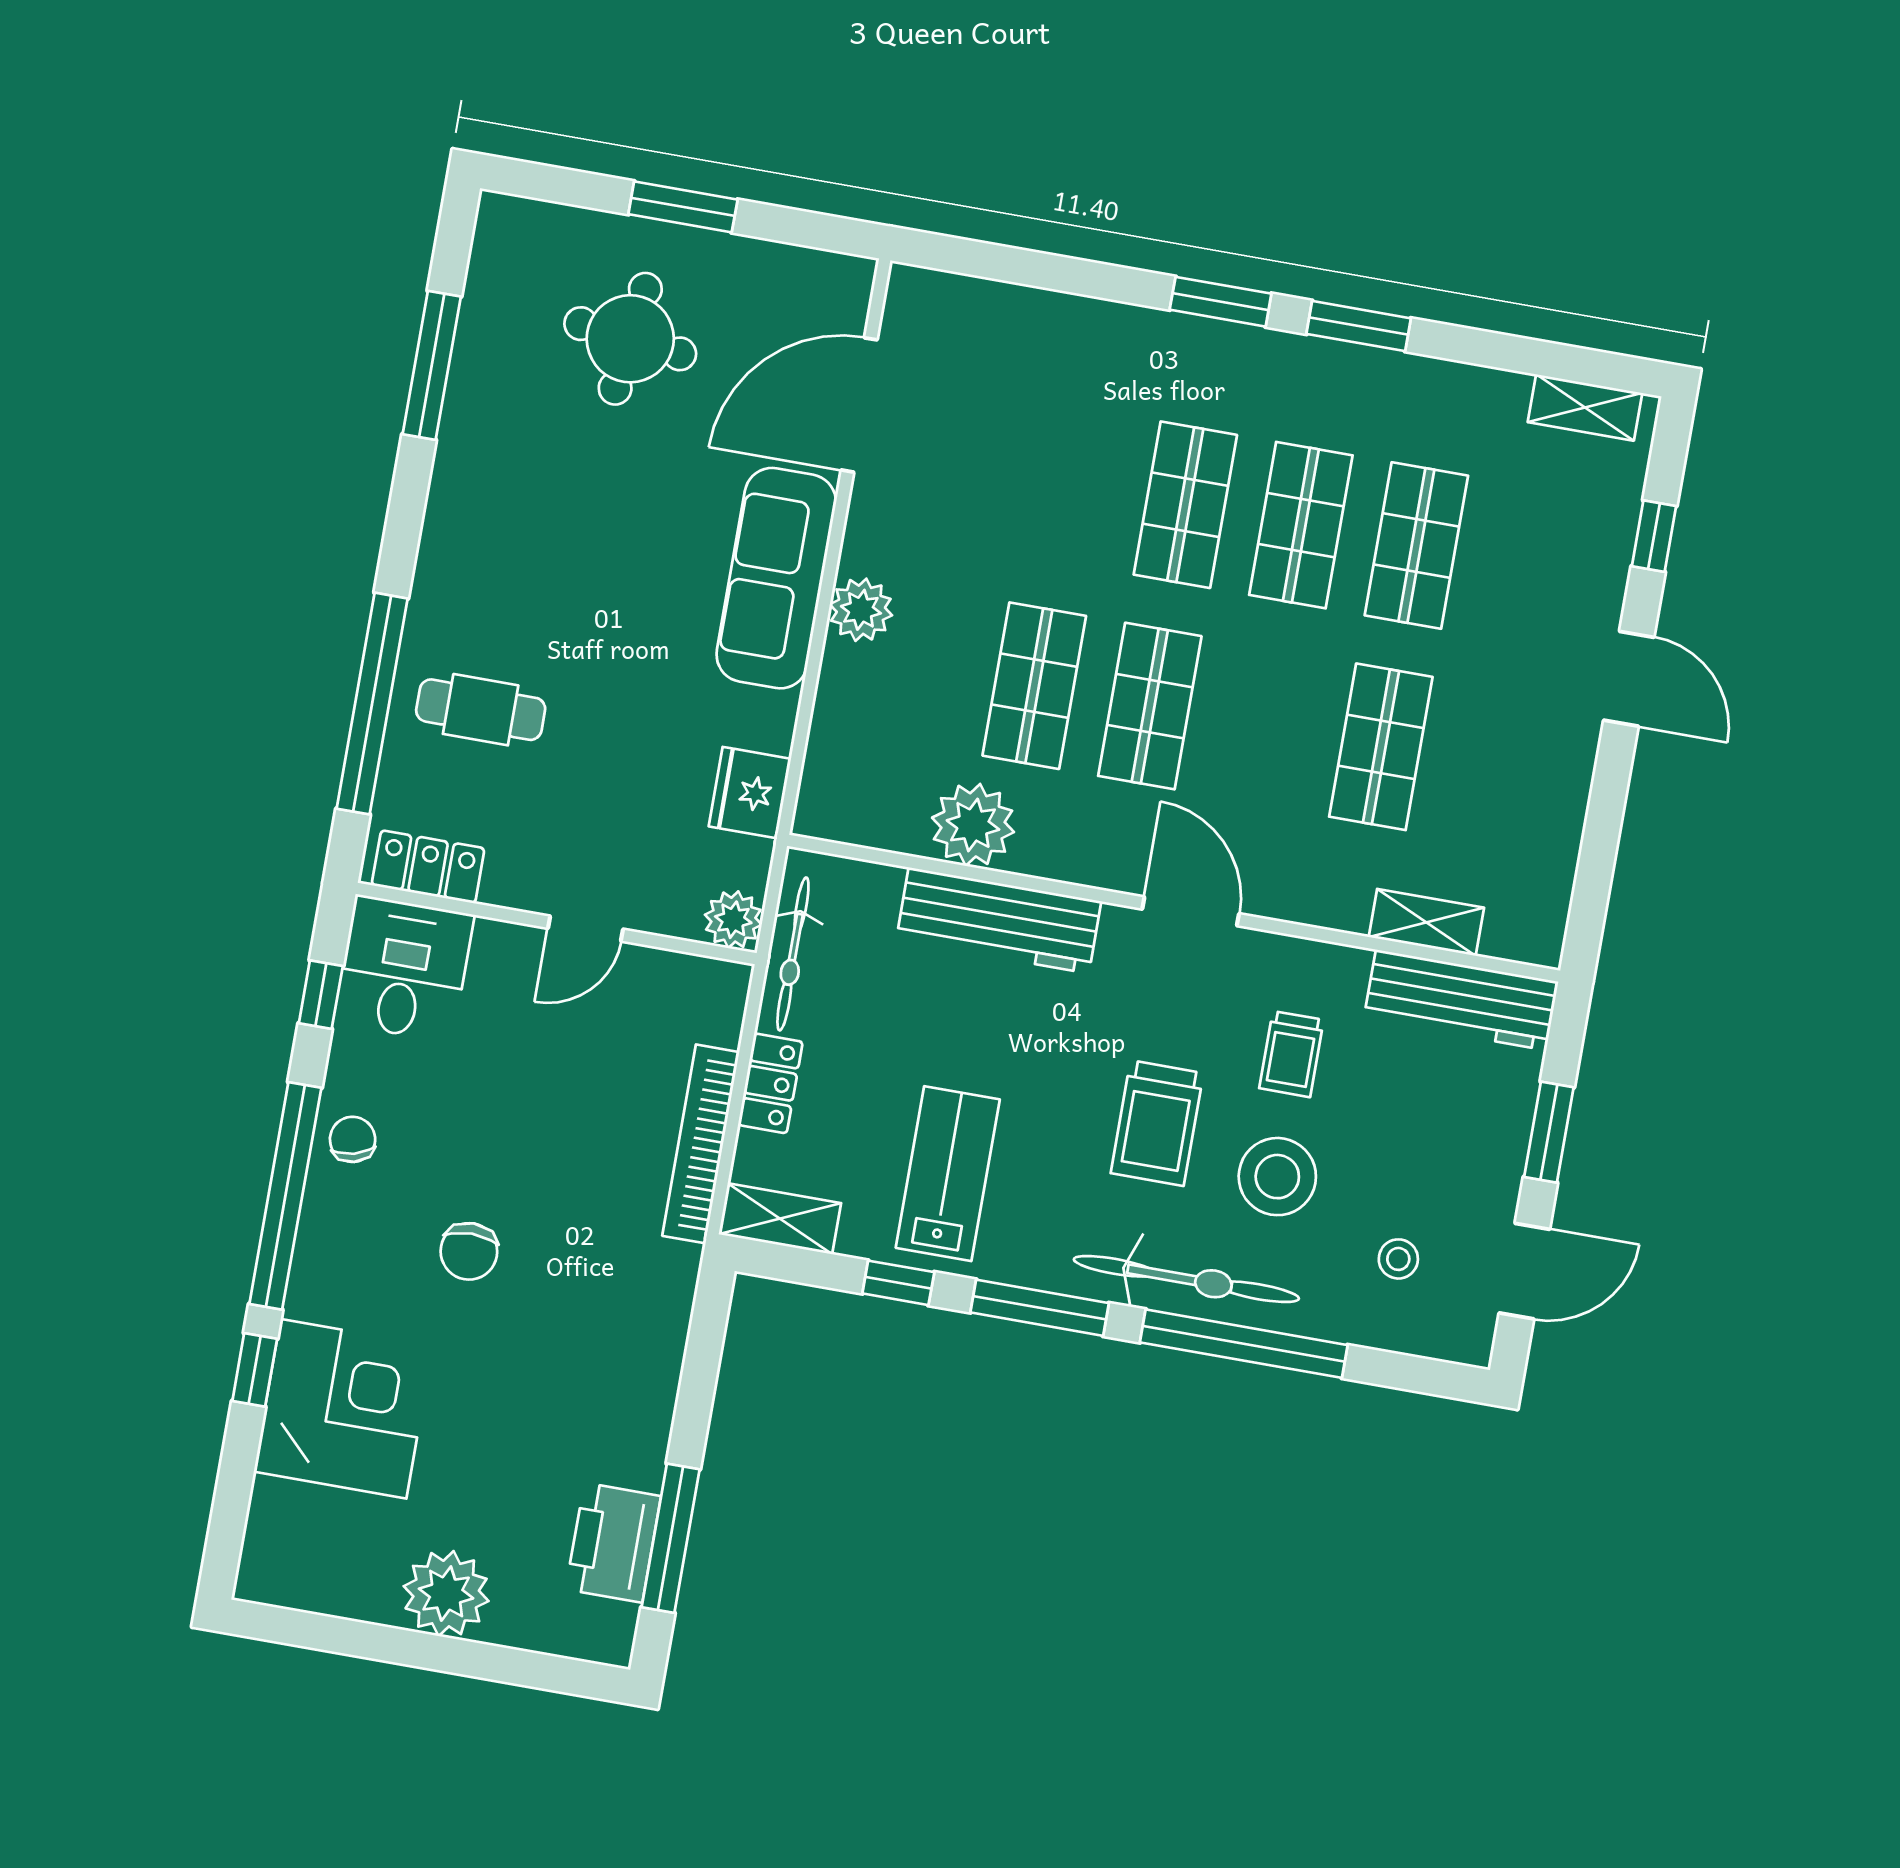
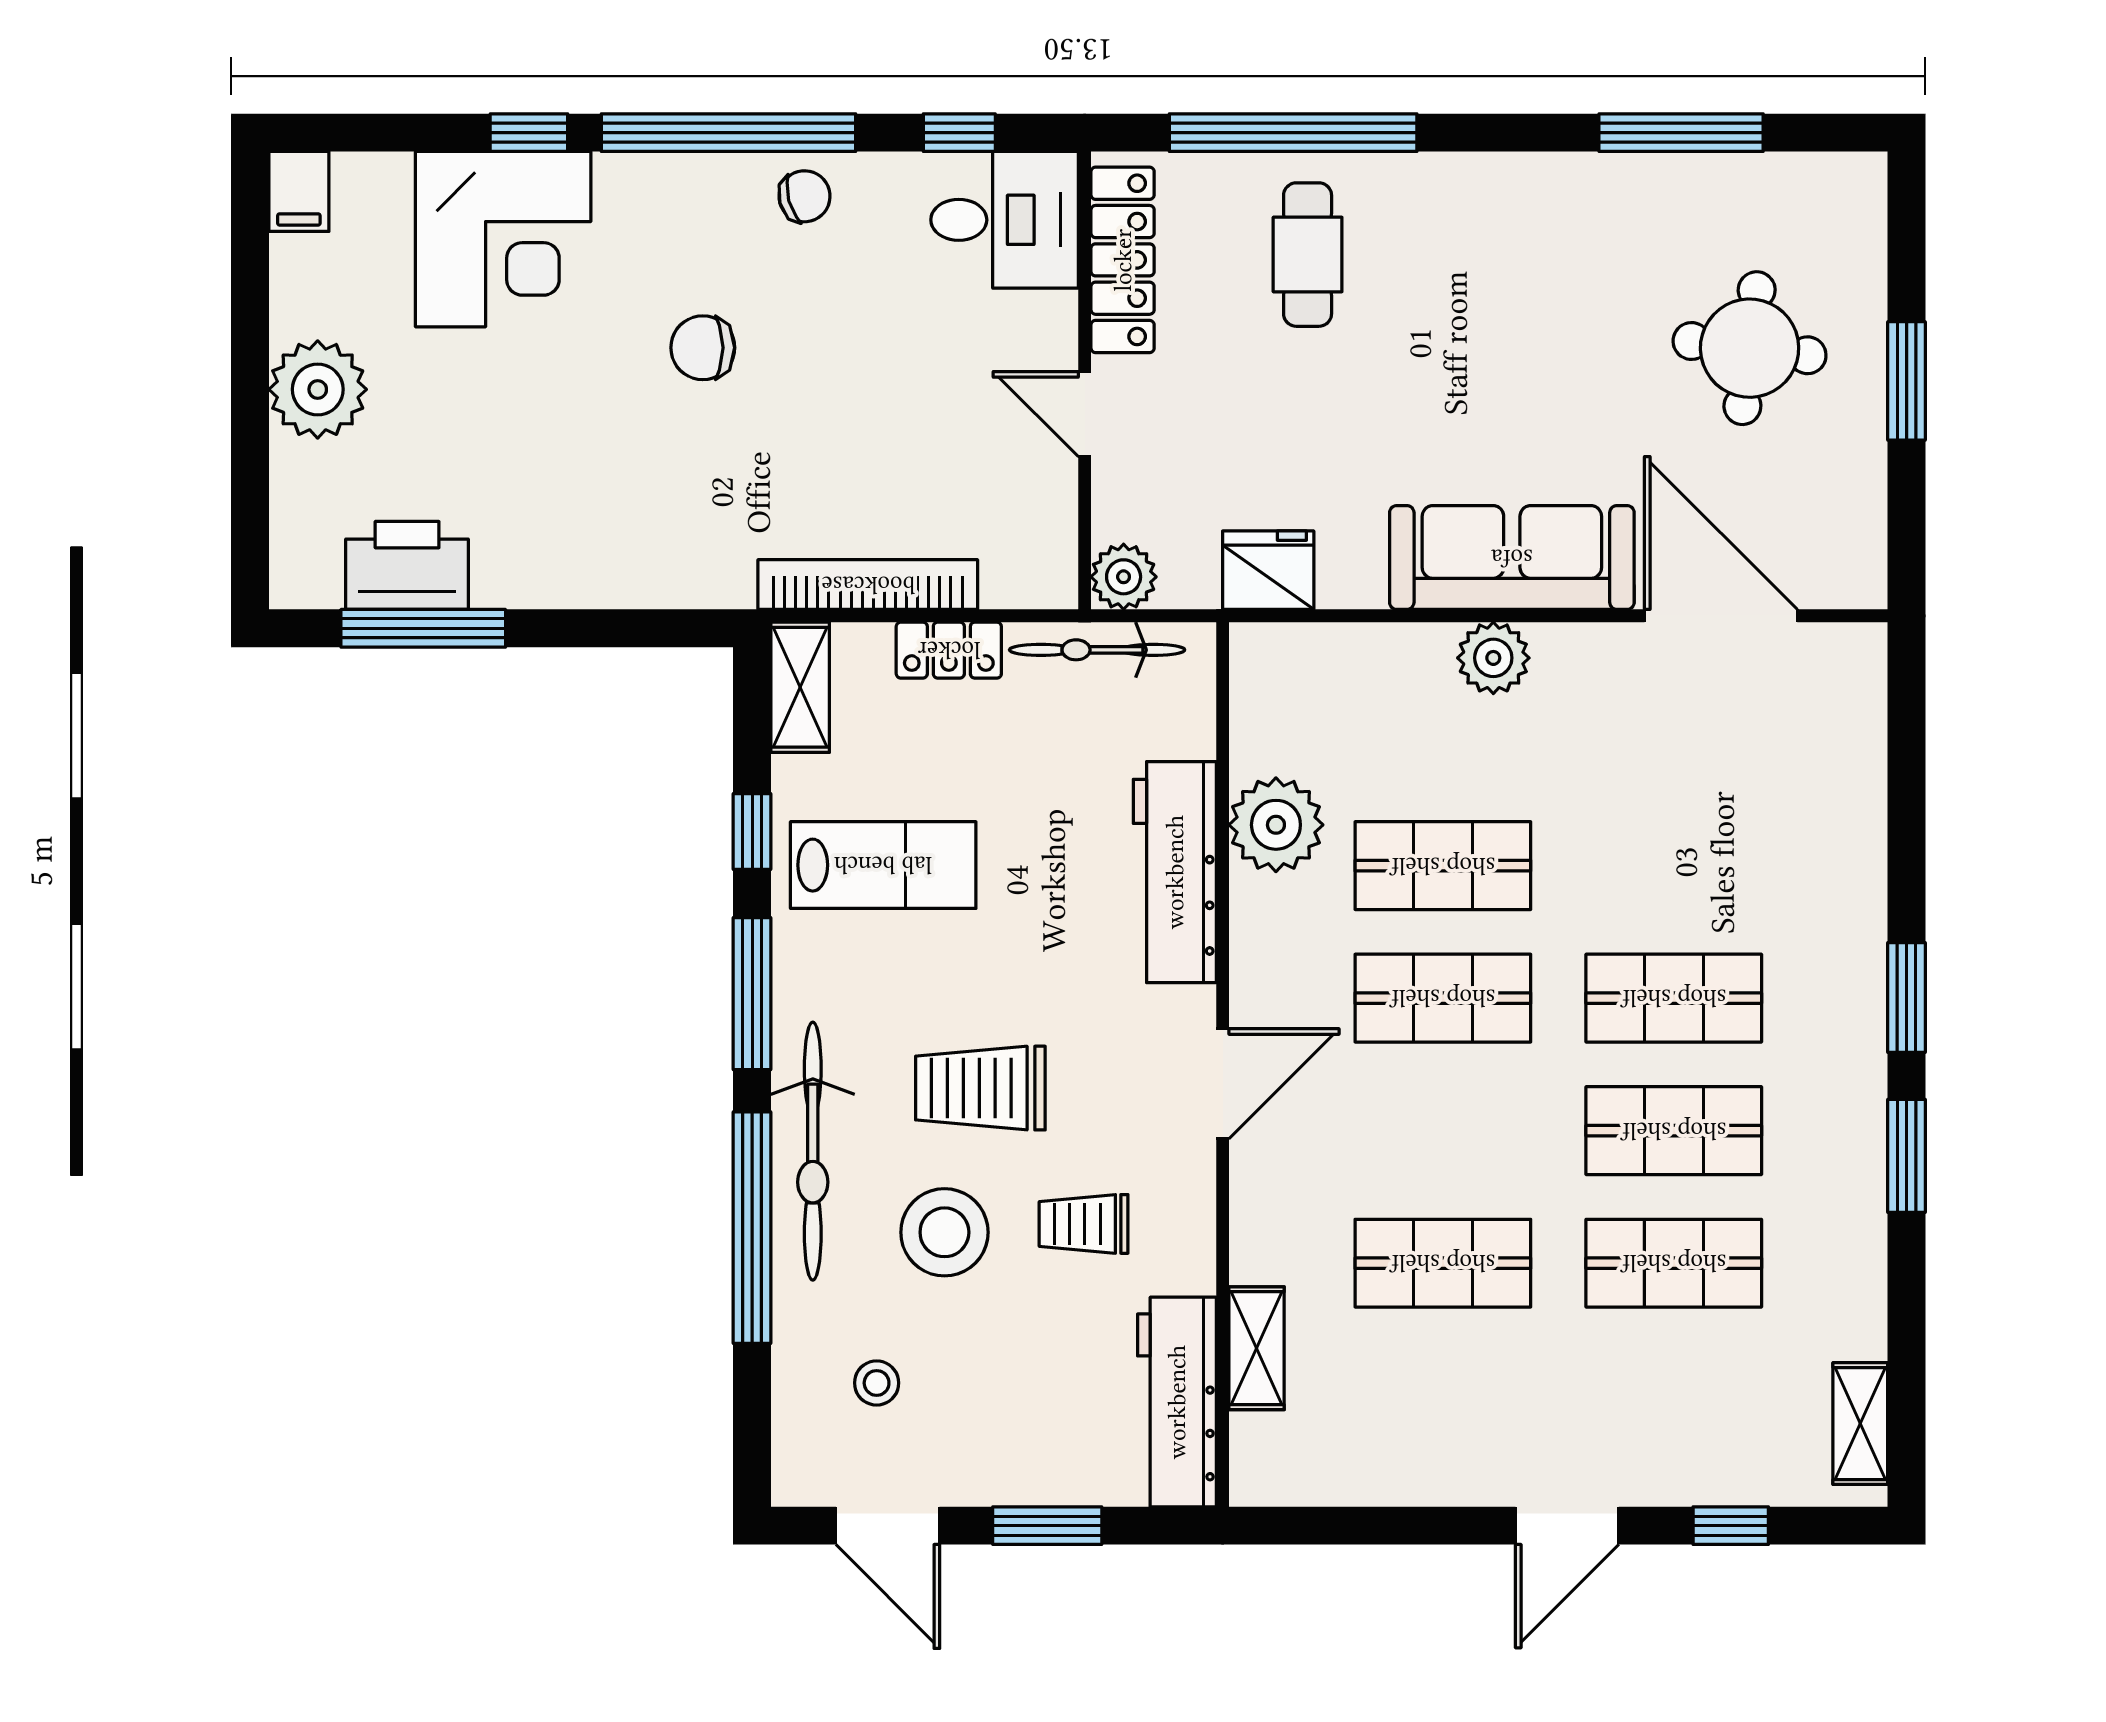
locker: (428, 867) -> (1123, 260), width x1.53
filing cabinet: (271, 1580) -> (299, 191), added

